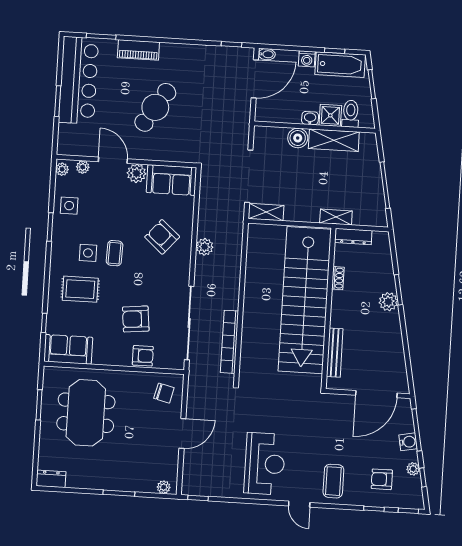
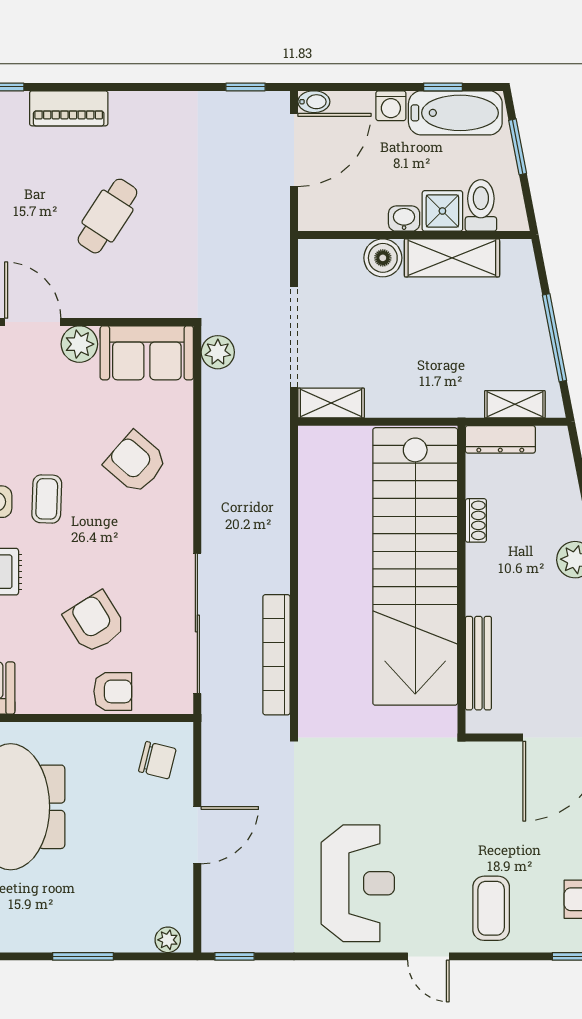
cafe table: (155, 107) -> (107, 216), width x0.73, depth x0.74
shelving: (336, 217) -> (515, 404), moved
plant: (205, 247) -> (218, 352), moved
armchair: (136, 319) -> (95, 622), turned 64

